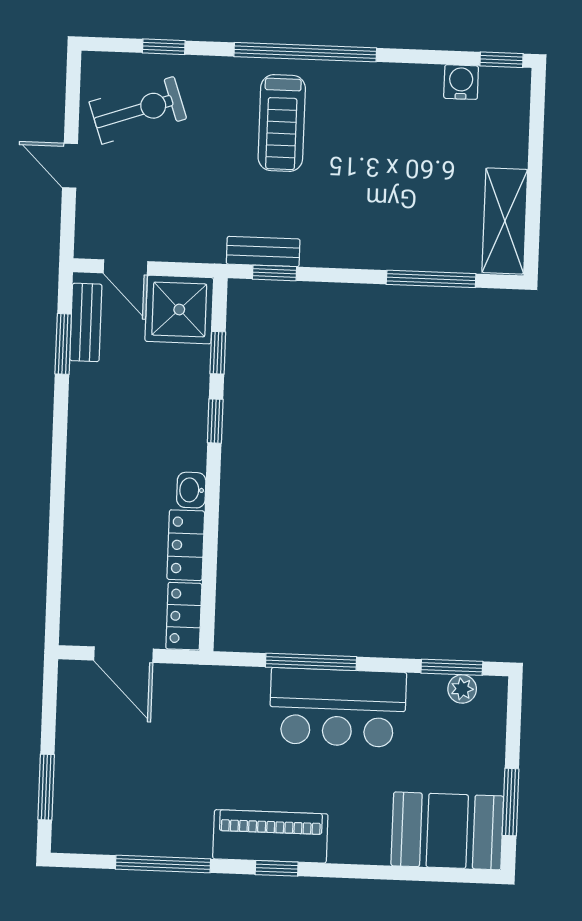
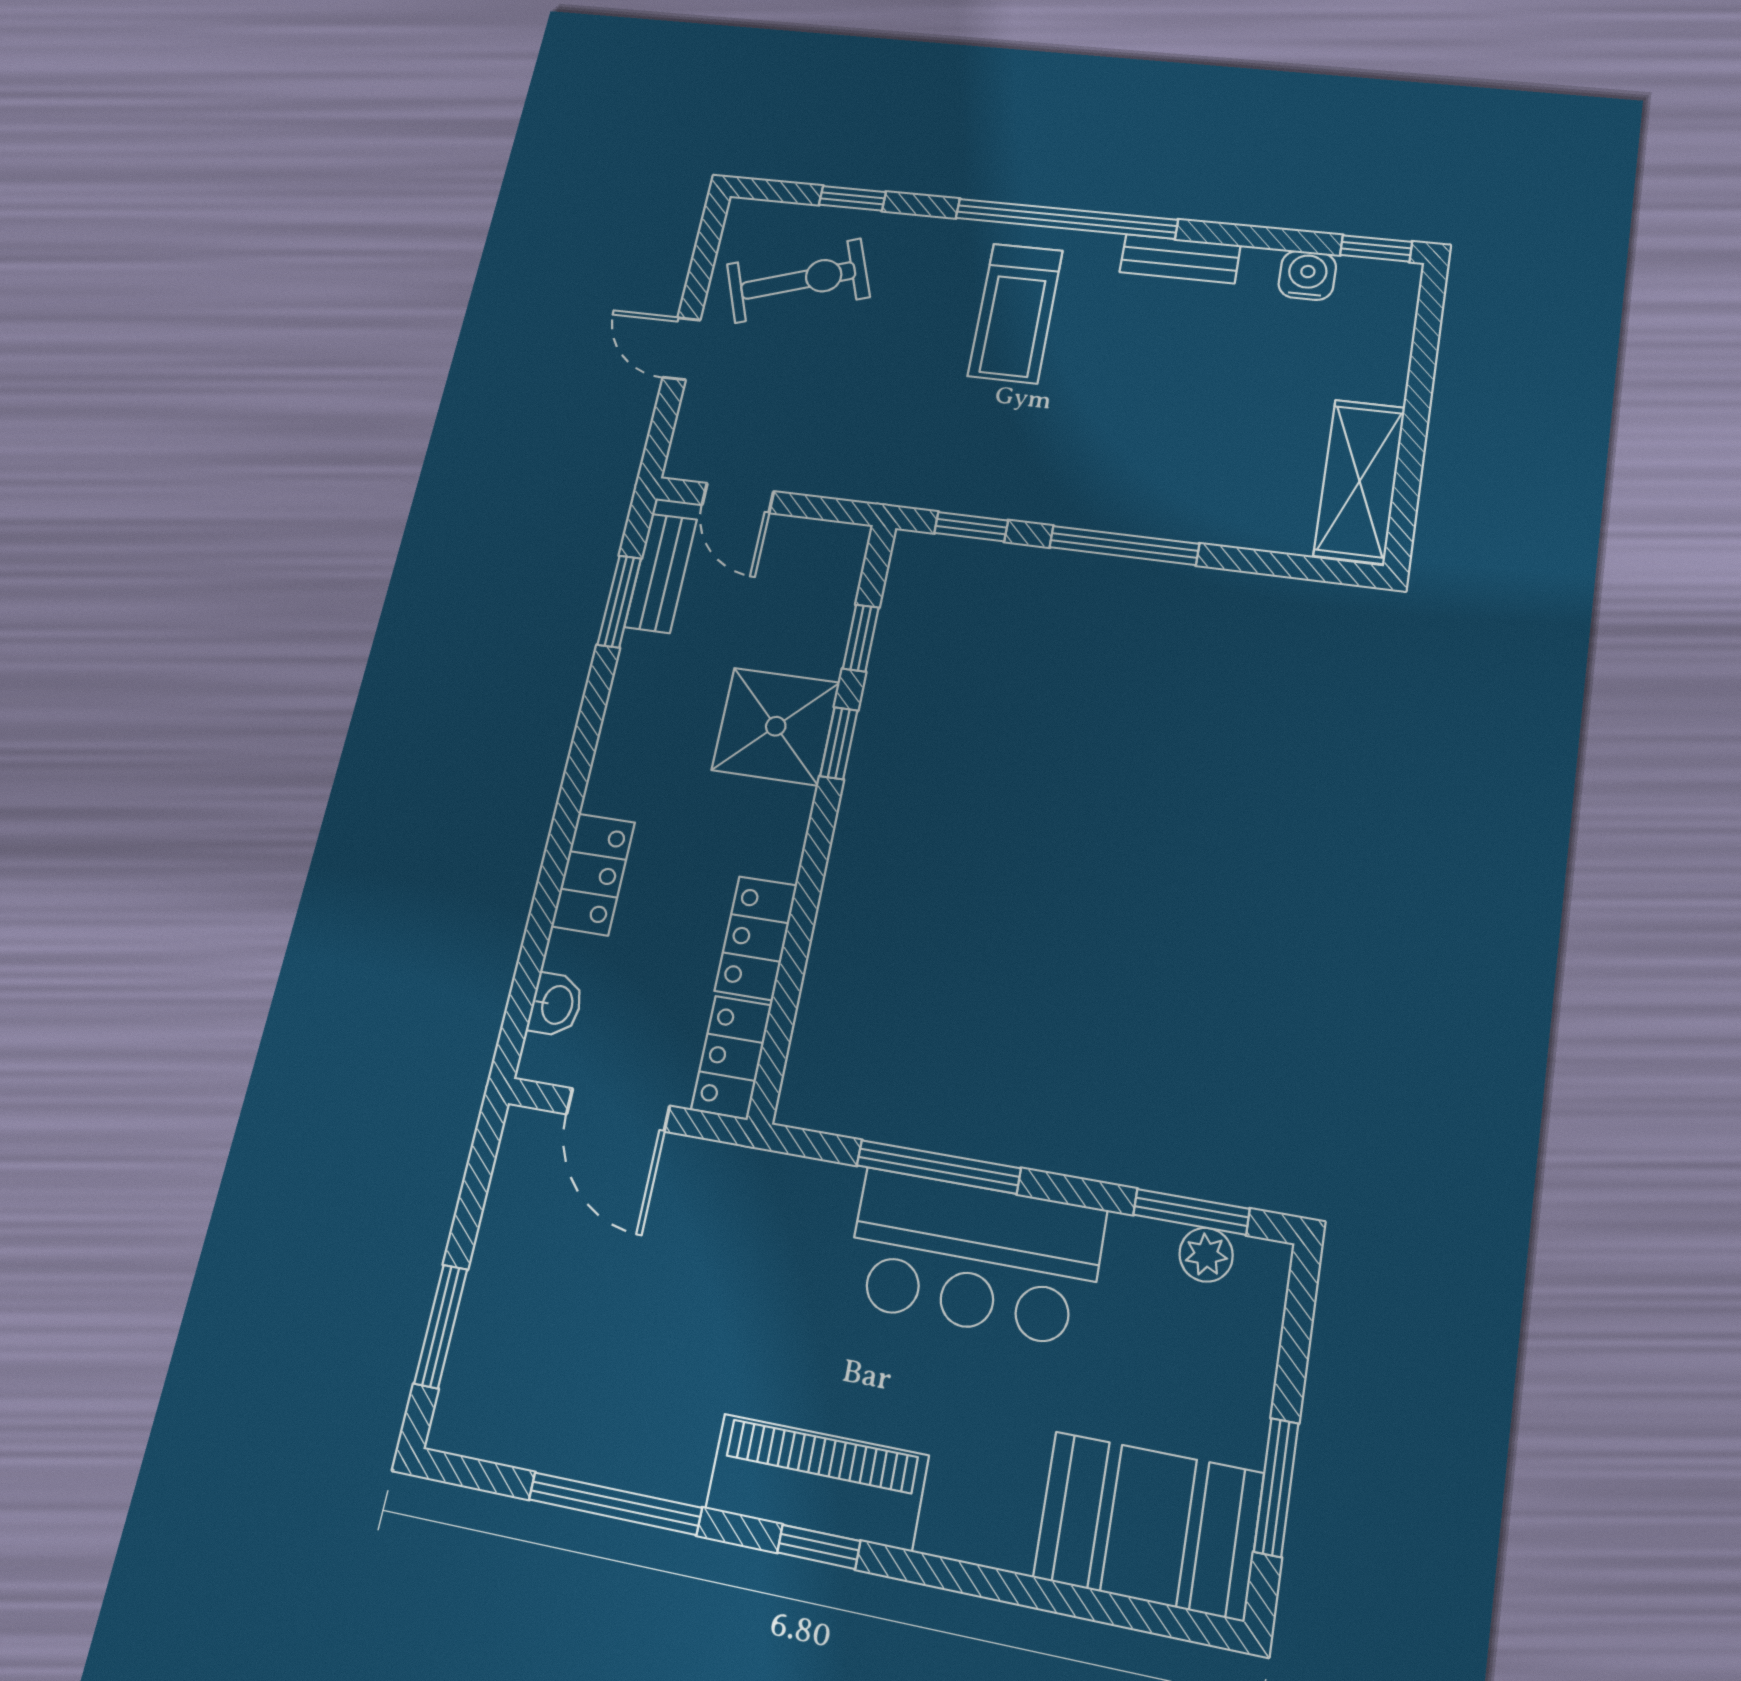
bench: (263, 252) -> (1180, 259), moved
window: (431, 279) -> (1124, 545), moved
shower: (179, 309) -> (776, 726), moved
washbasin: (191, 490) -> (556, 1005), moved, turned 180
locker: (81, 519) -> (593, 874), added

